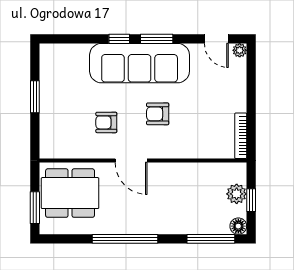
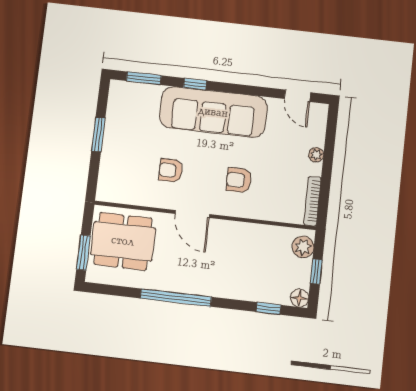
window: (157, 39) -> (144, 78), moved
plant: (240, 50) -> (316, 155), moved
armchair: (158, 114) -> (239, 180), moved
plant: (237, 194) -> (303, 247), moved
window: (211, 239) -> (268, 308), width x0.46

